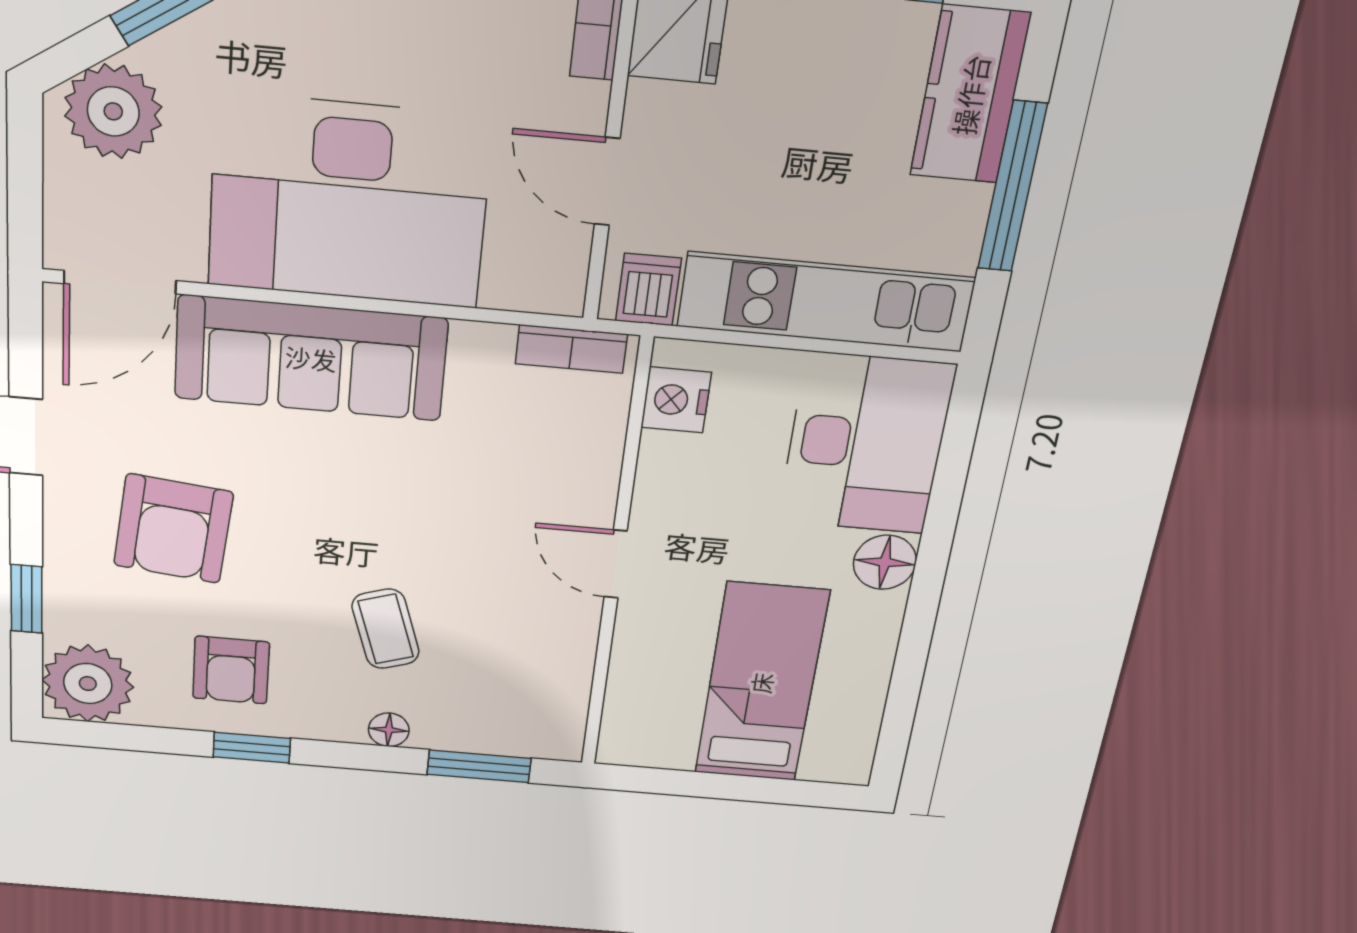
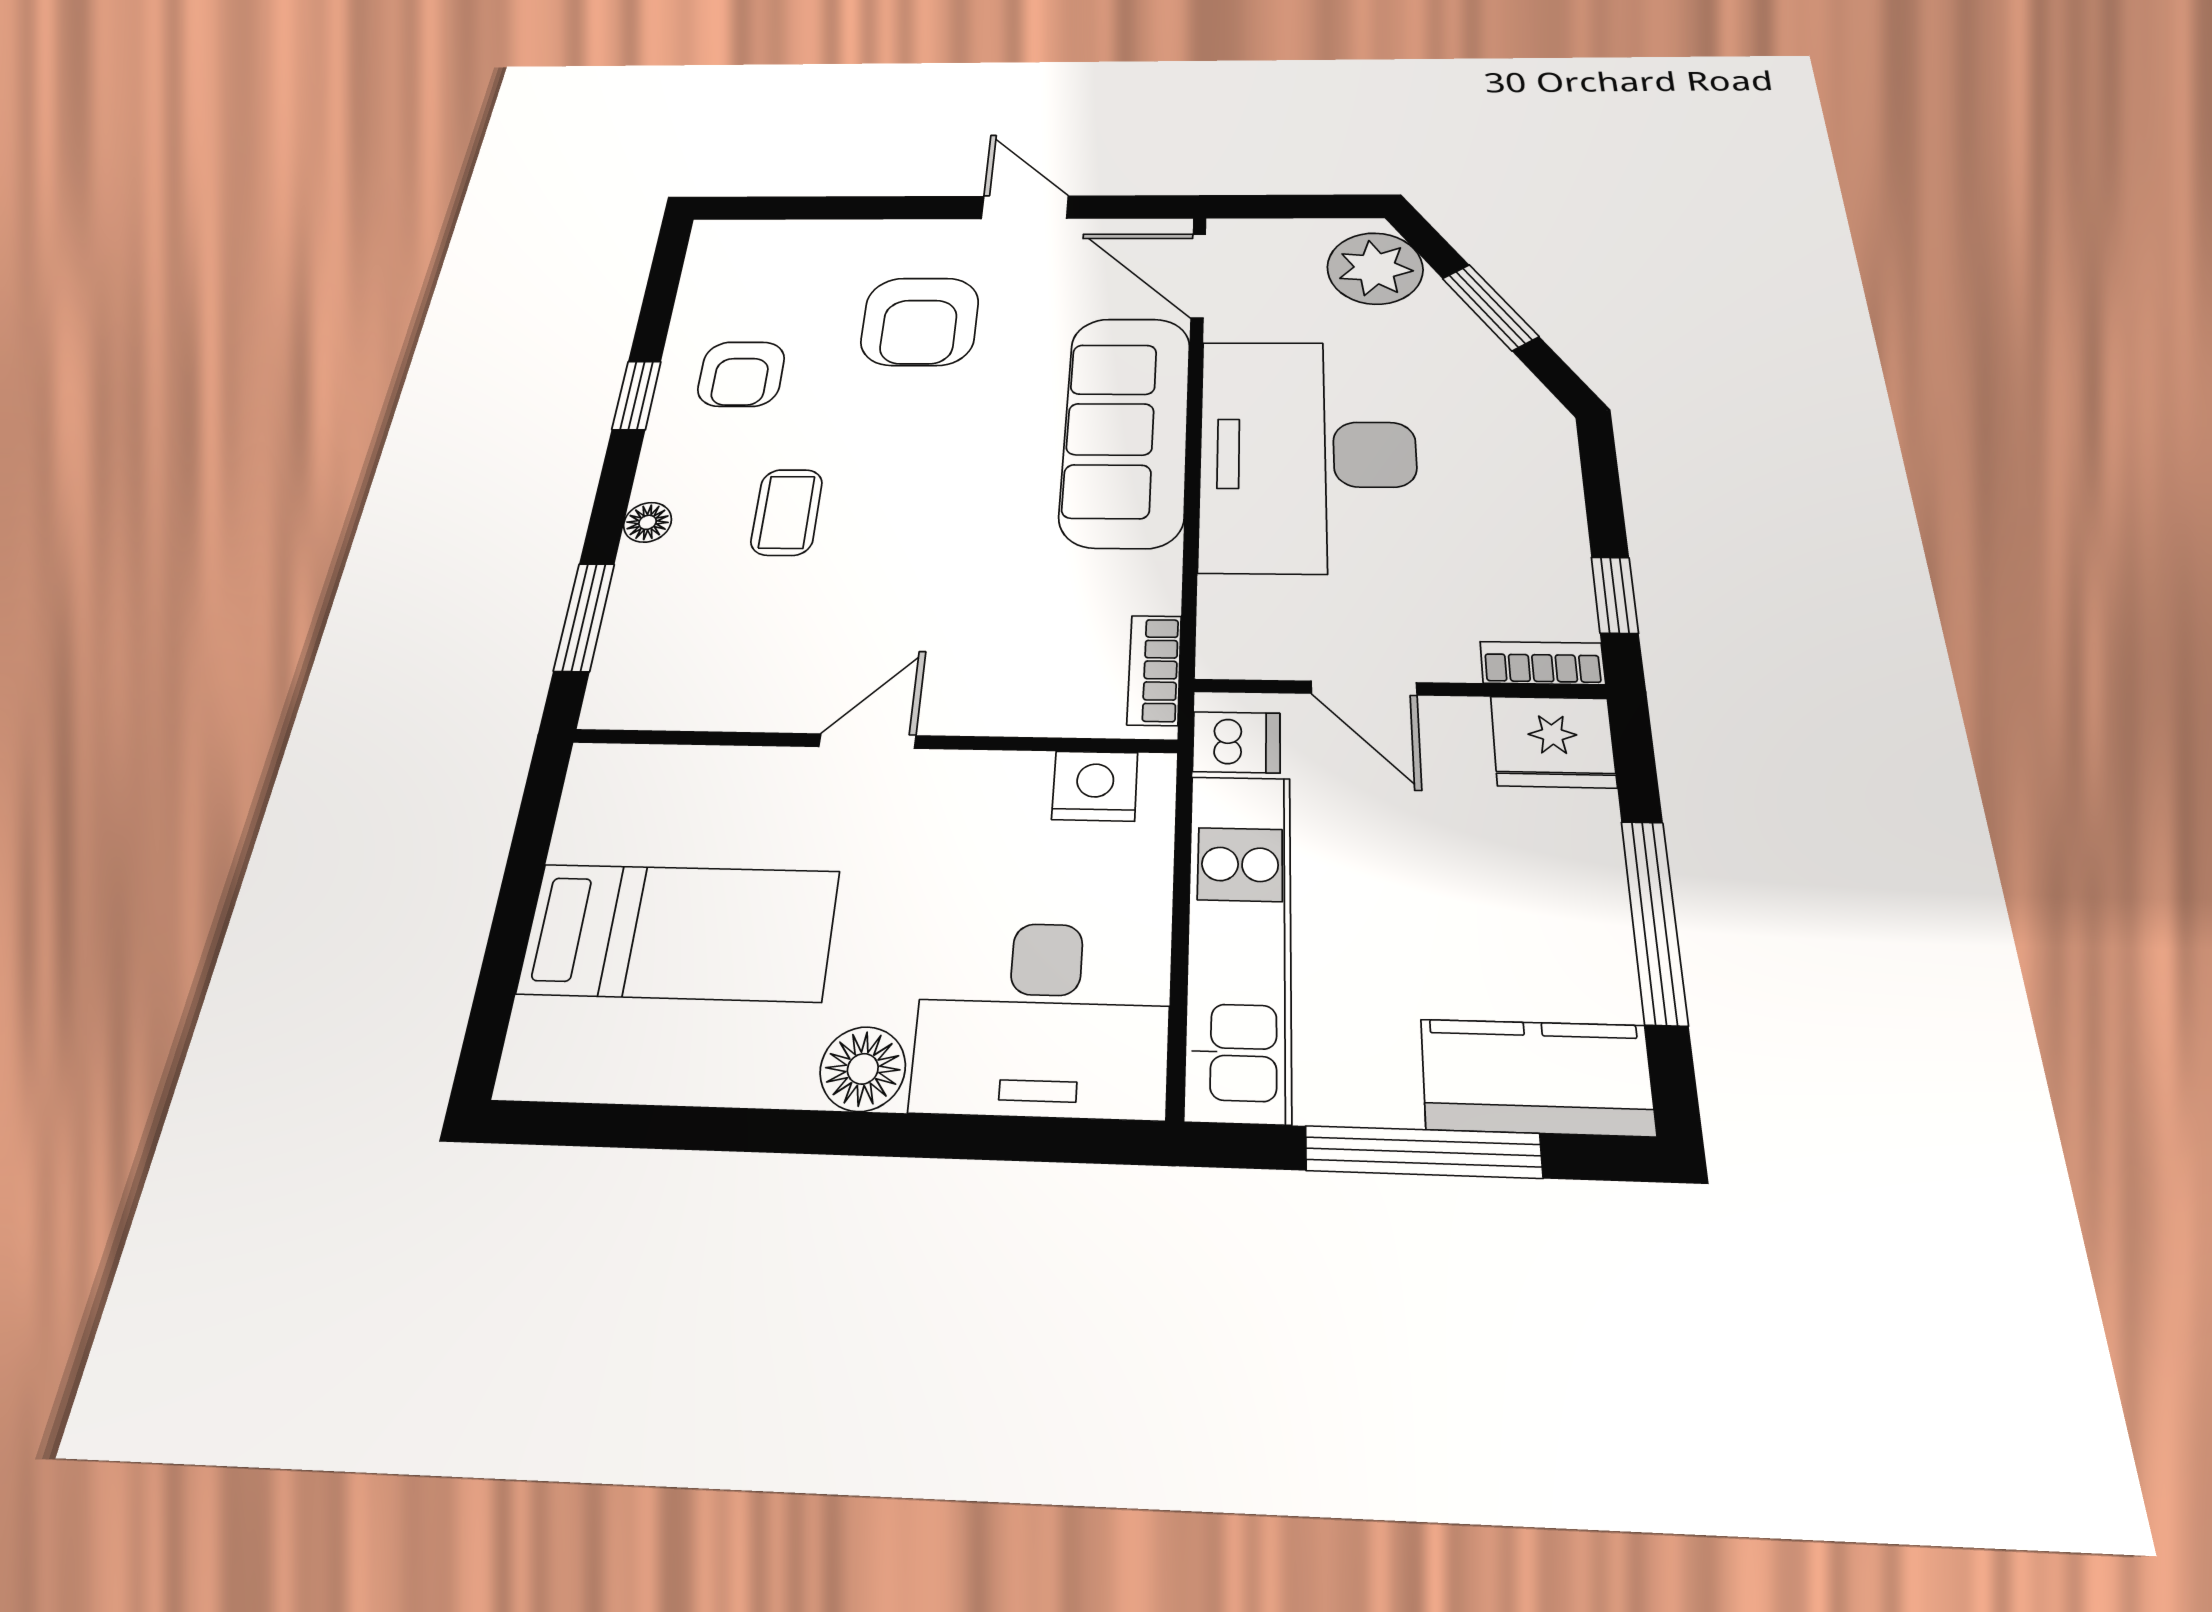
door: (607, 182) -> (1364, 688), swing flipped
armchair: (173, 529) -> (920, 321), turned -96
window: (26, 599) -> (839, 208), removed
coffee table: (386, 629) -> (787, 512), turned -72
armchair: (231, 670) -> (741, 374), turned -90
plant: (88, 684) -> (733, 256), removed

